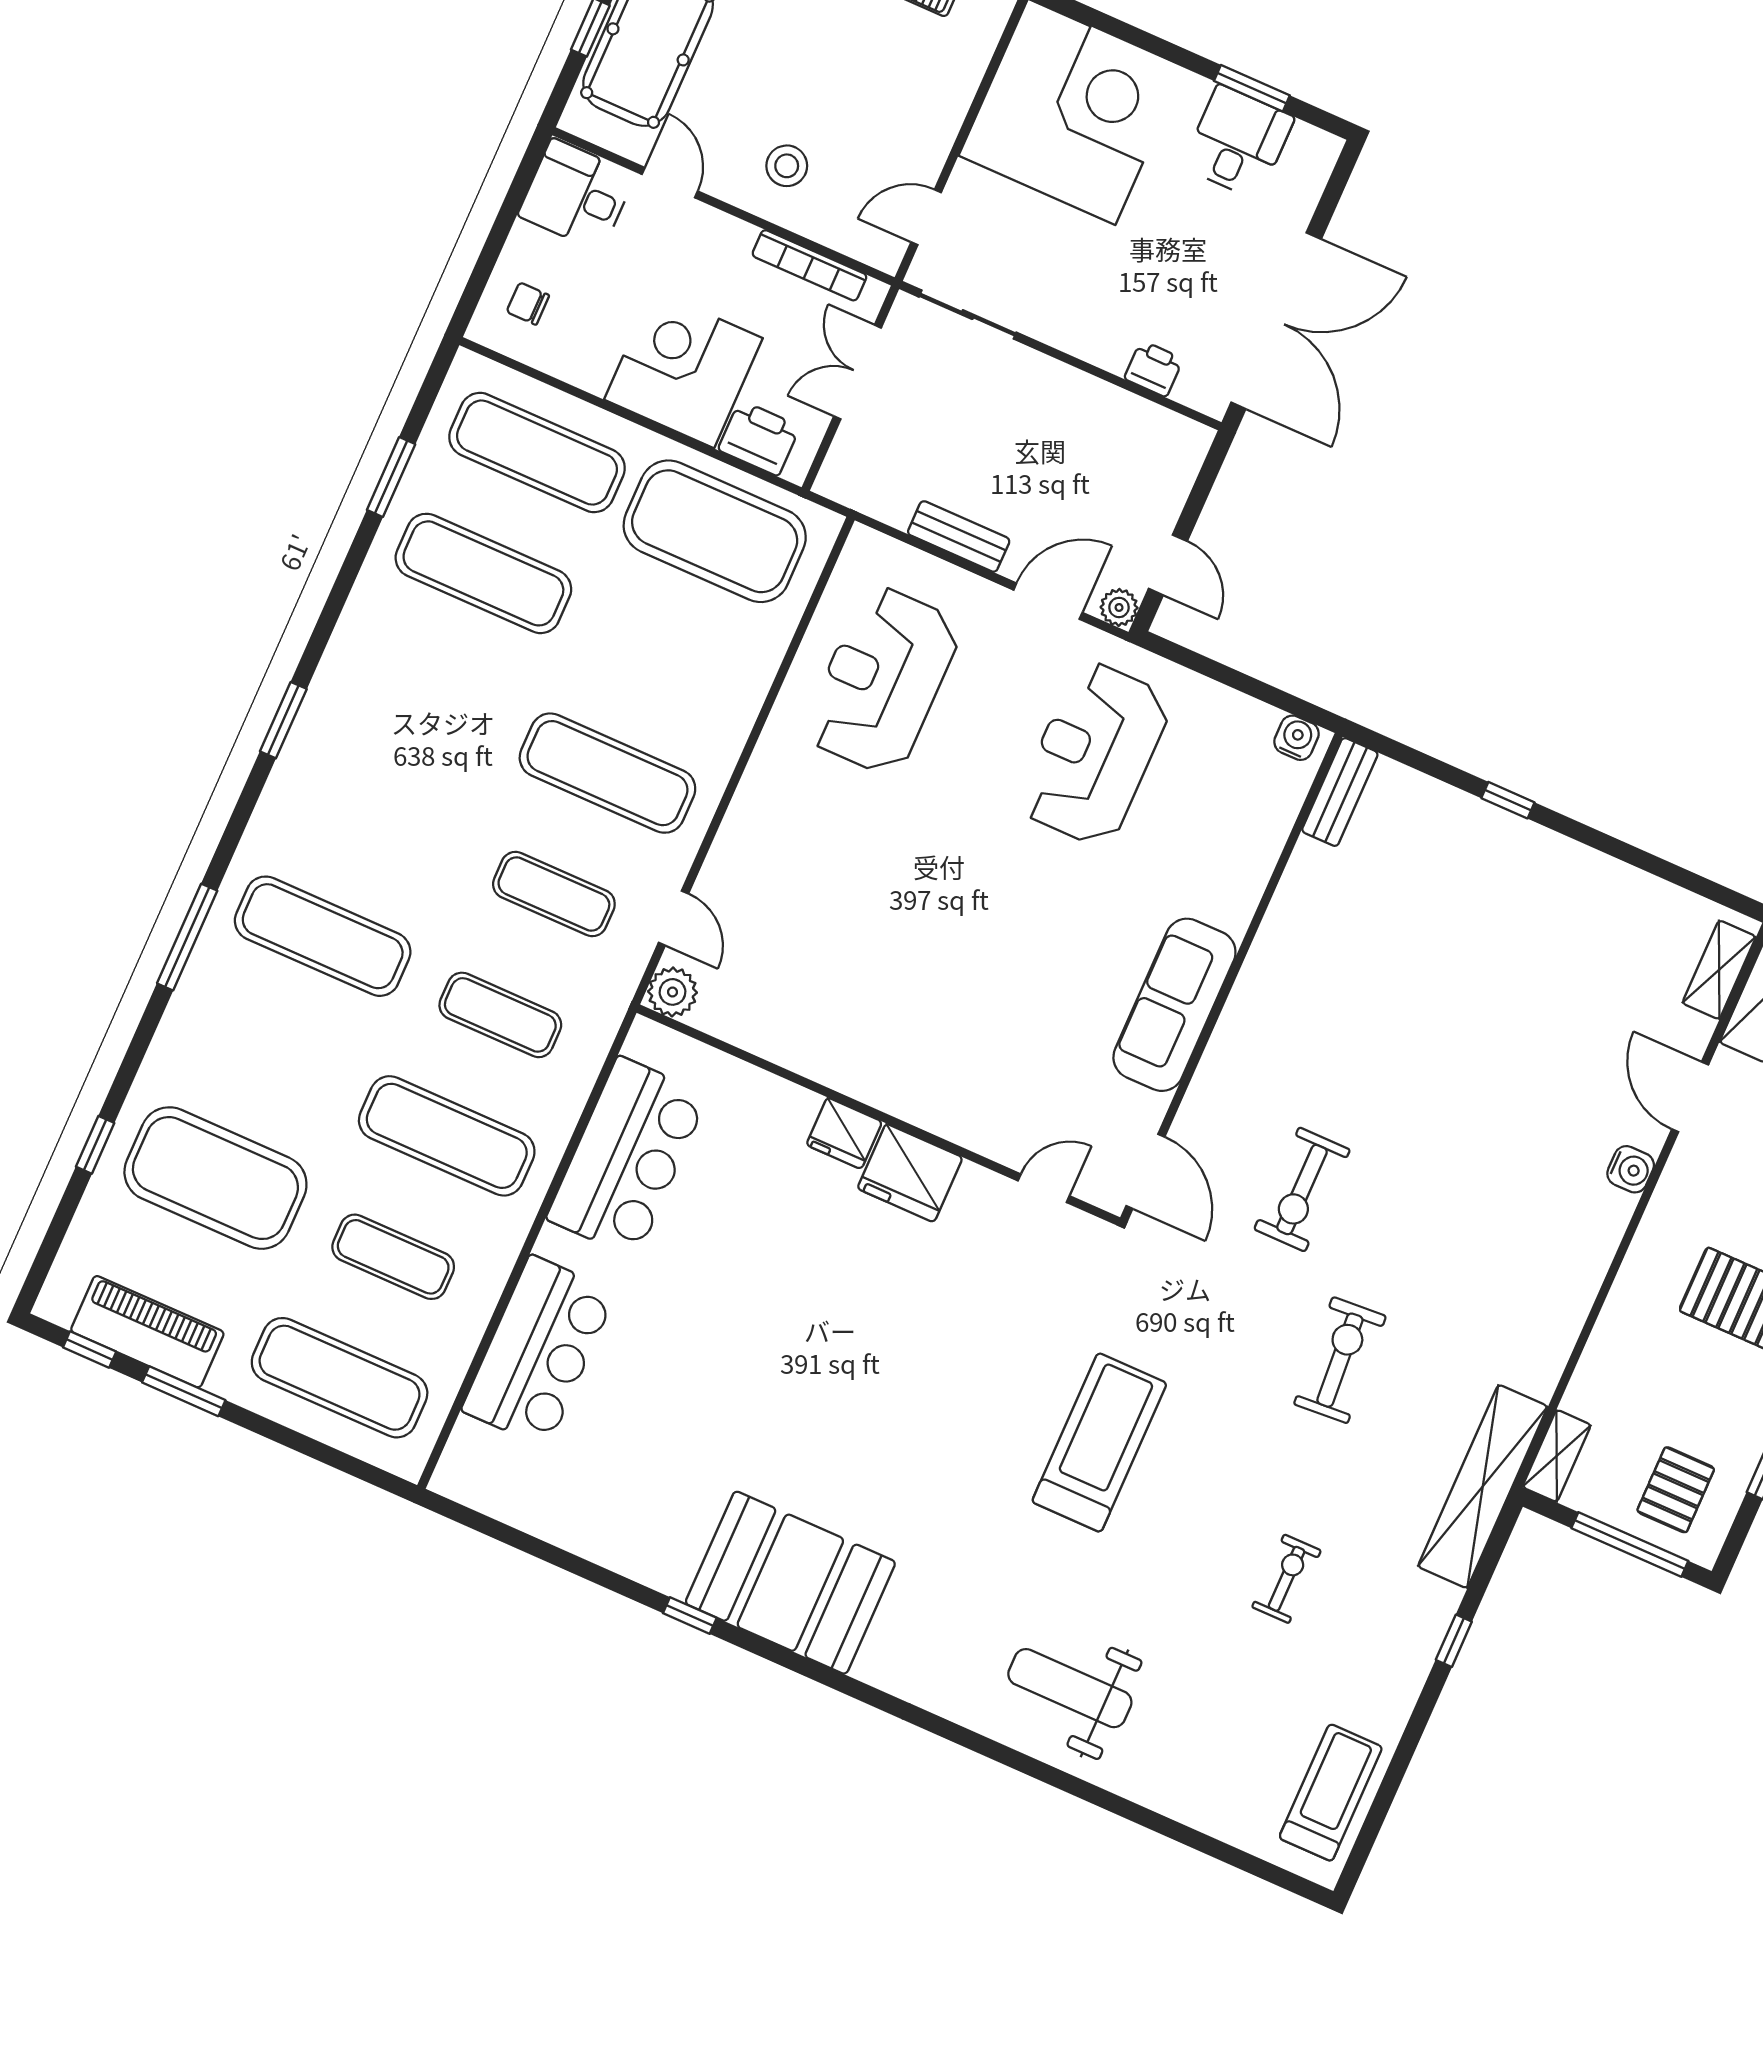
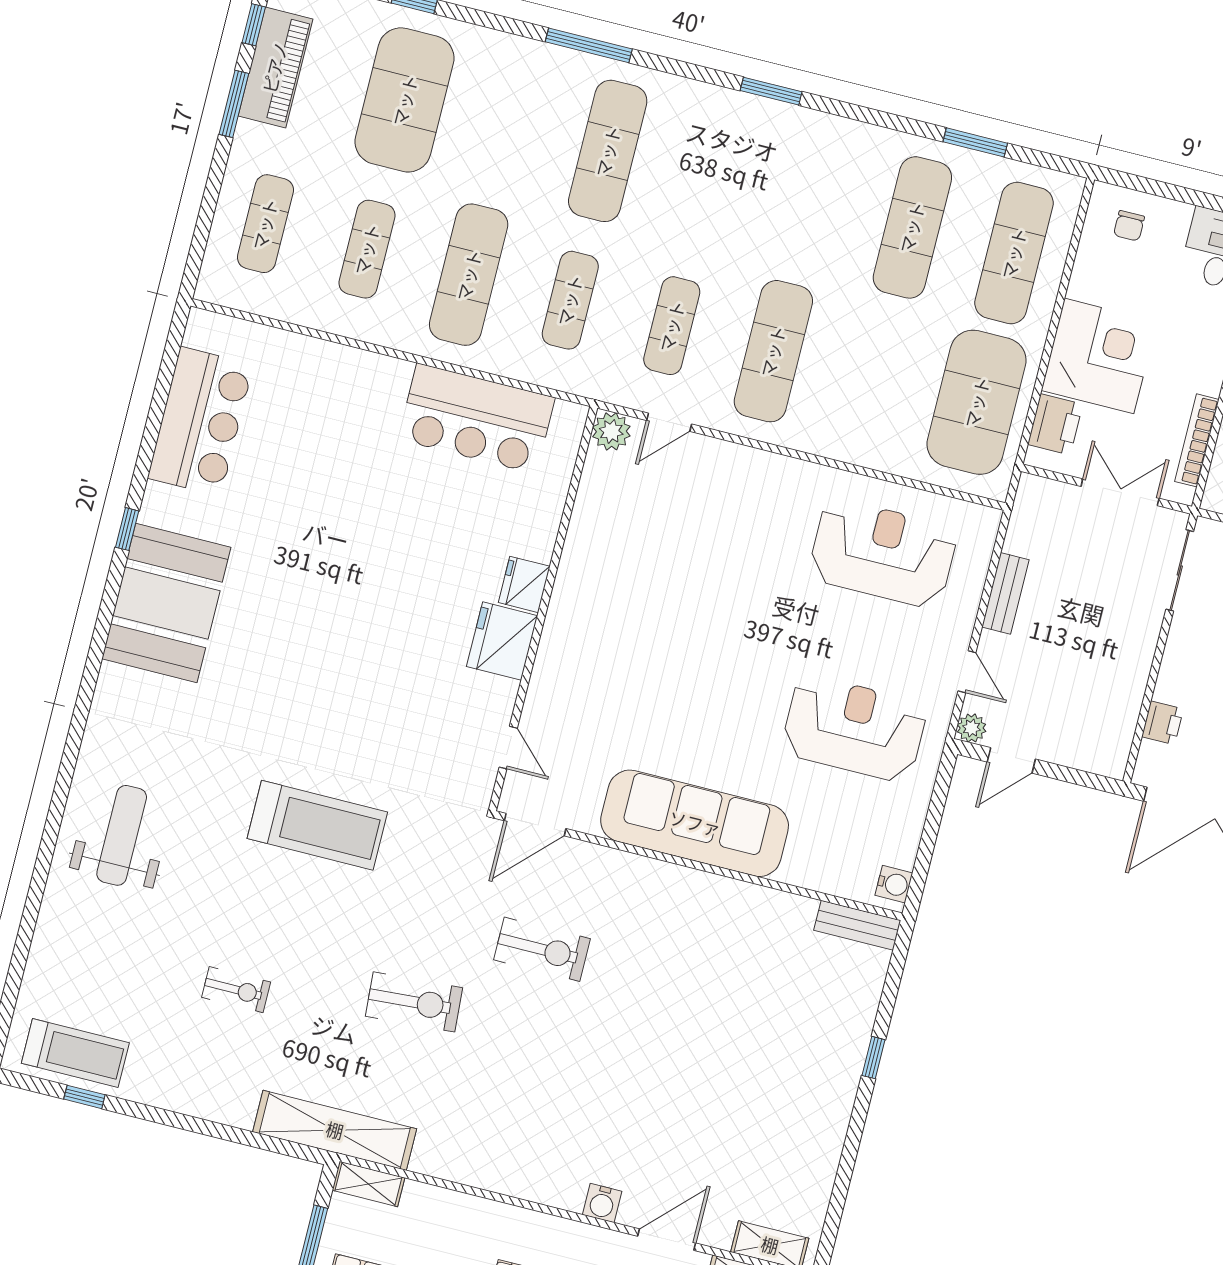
chair: (528, 304) -> (1129, 226), turned 180
door: (1048, 601) -> (967, 672), width x0.73
sofa: (1174, 1005) -> (695, 823), width x1.36, depth x1.27
exercise bike: (1302, 1190) -> (542, 949), turned 180
bar counter: (539, 1351) -> (200, 421), moved, turned -90
exercise mat: (340, 1378) -> (265, 224), width x0.73, depth x0.69
window: (1454, 1641) -> (84, 1097), moved

